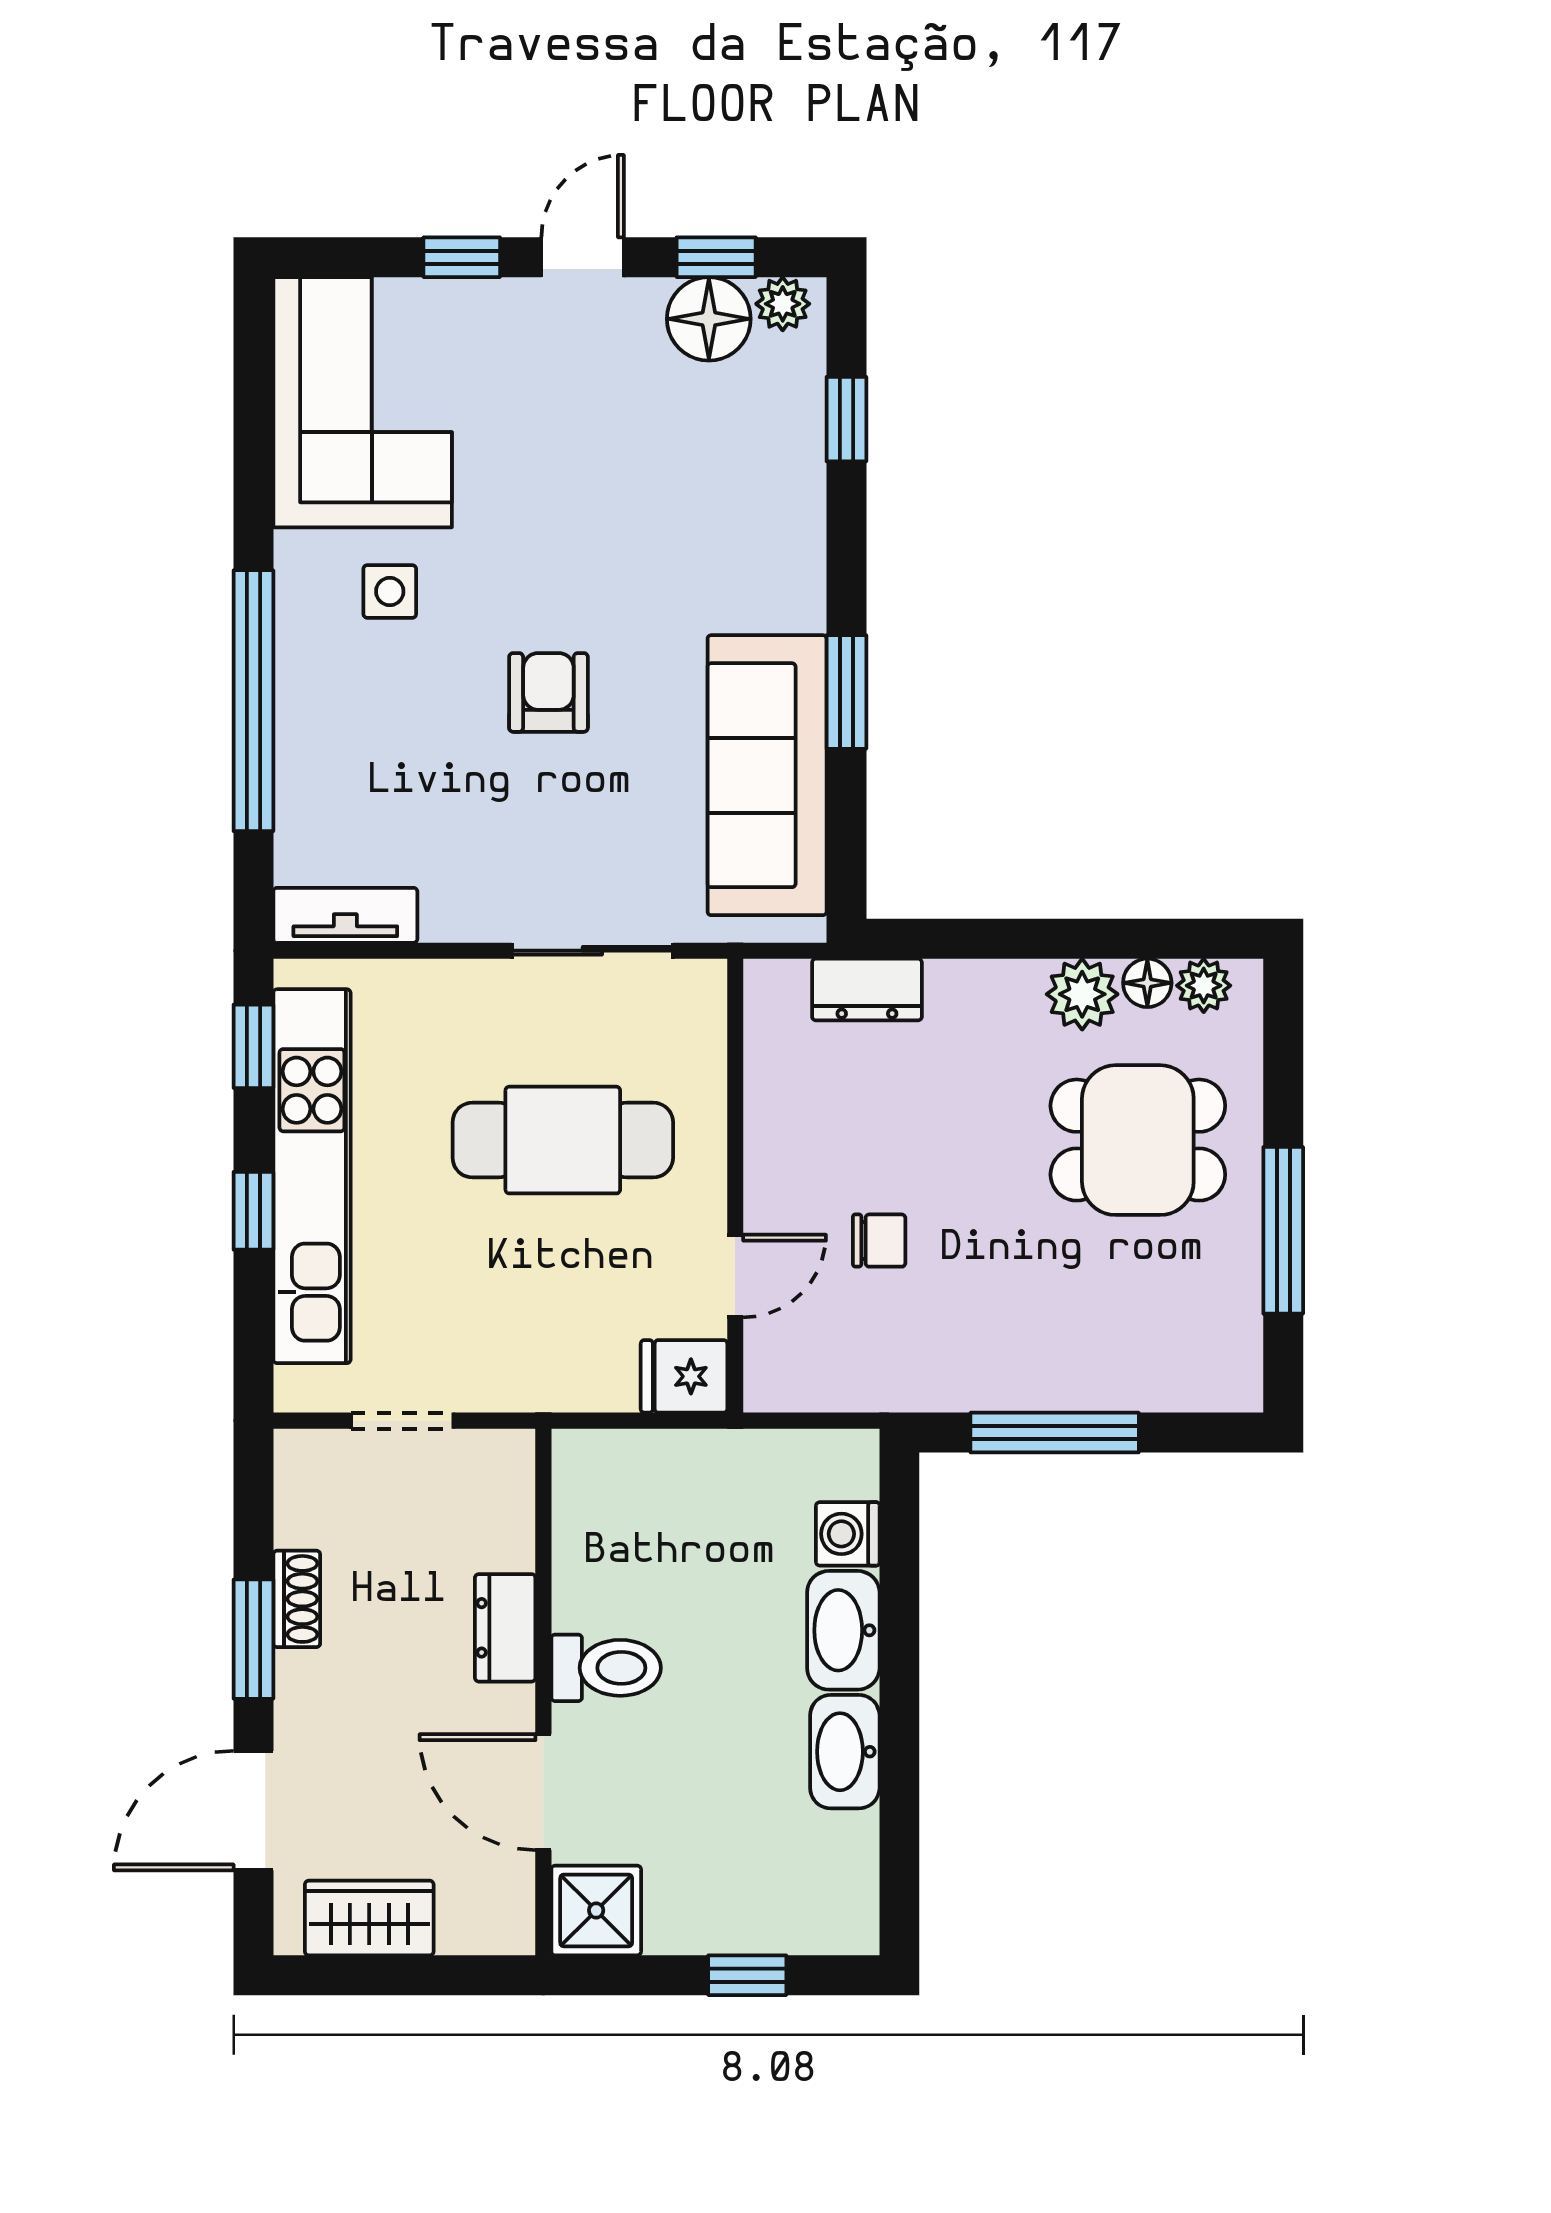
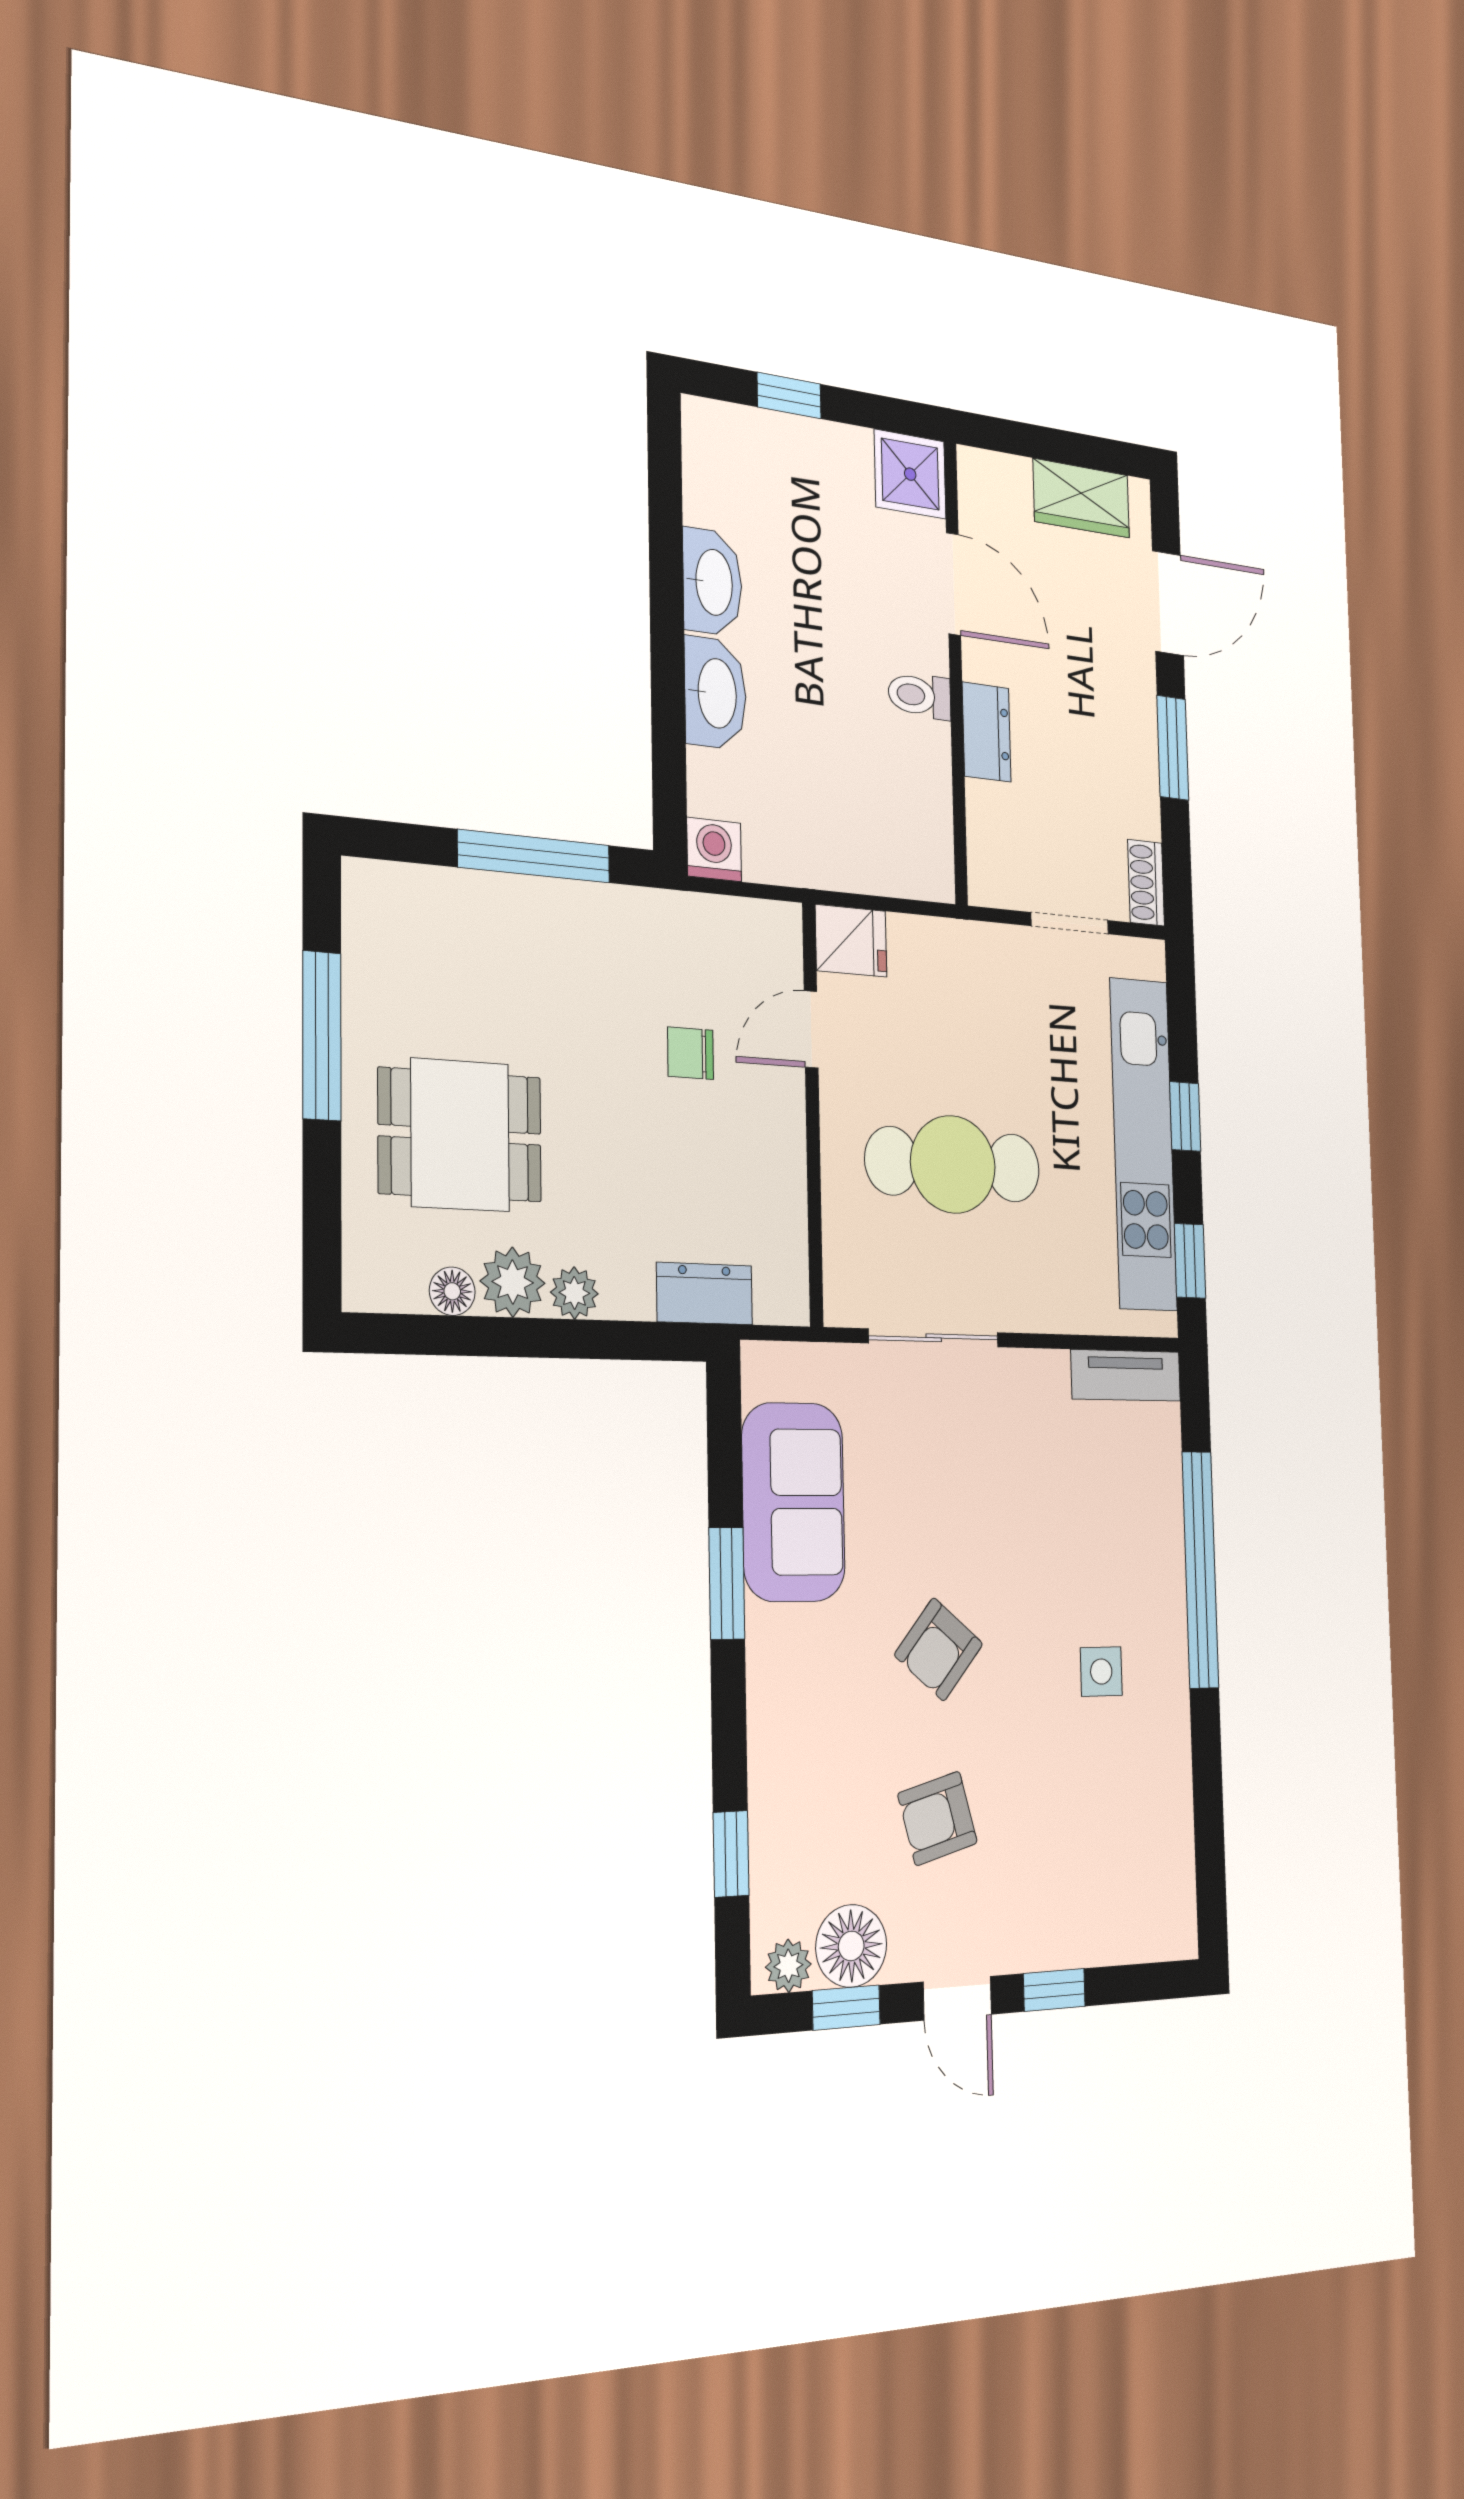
door: (583, 257) -> (957, 1998), hinge flipped
corner sofa: (363, 402) -> (1127, 1847), removed
armchair: (602, 444) -> (938, 1818), added
armchair: (548, 692) -> (939, 1649), moved, turned 40
sofa: (767, 775) -> (793, 1502), width x0.73
plant: (1204, 986) -> (574, 1293), moved
washing machine: (848, 1534) -> (714, 849), moved, turned -90
shoe rack: (297, 1599) -> (1146, 883), moved
toilet: (606, 1668) -> (920, 696), width x0.73, depth x0.72

